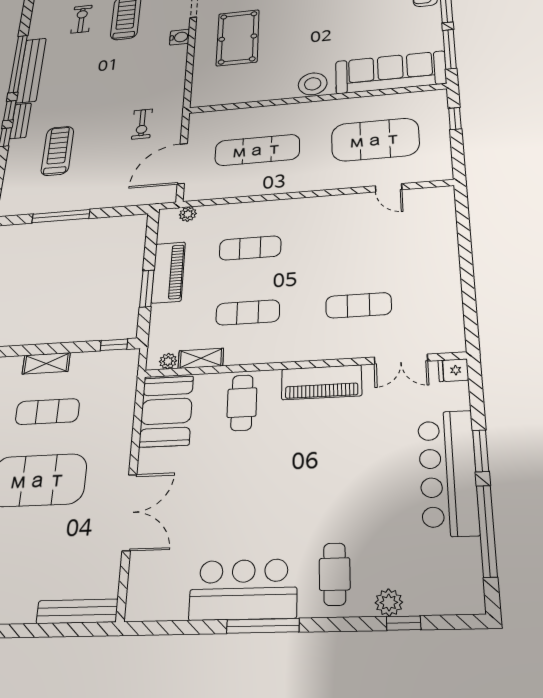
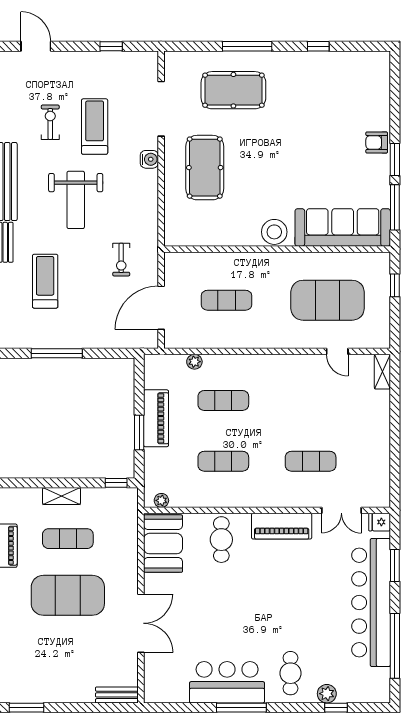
weight bench: (99, 78) -> (76, 200), added
exercise mat: (257, 150) -> (227, 300), width x0.73, depth x0.69
plant: (188, 214) -> (194, 362), moved
shelving: (201, 358) -> (382, 372), moved, turned 90
window: (481, 451) -> (395, 566), moved
bar counter: (448, 473) -> (371, 603), width x1.36
bench: (77, 611) -> (117, 695), width x0.73

